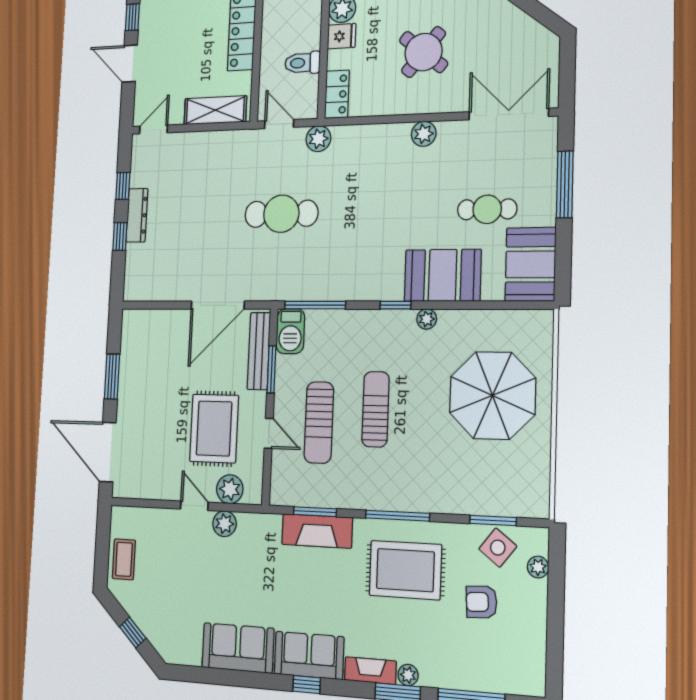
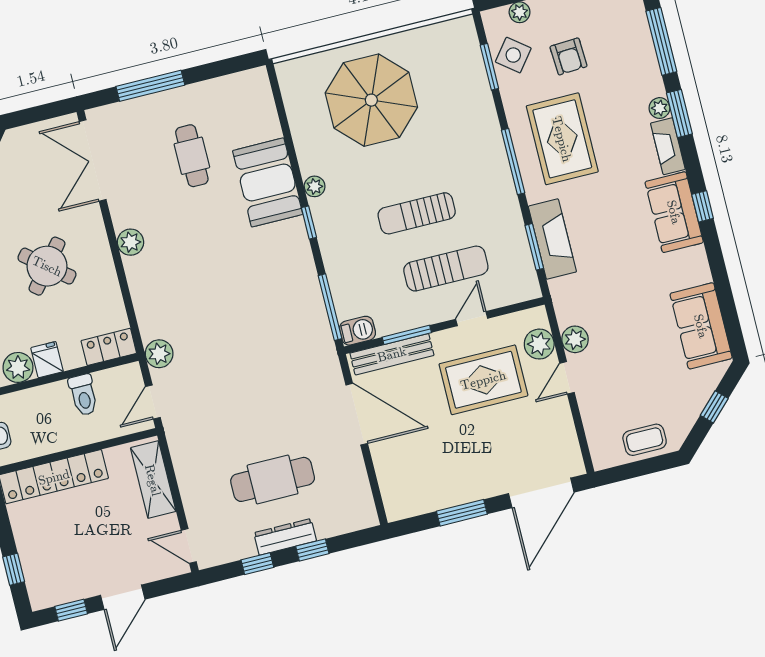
cafe table: (281, 214) -> (273, 479), moved, turned 90
booth: (530, 264) -> (236, 98), removed
barbecue: (290, 331) -> (357, 331), width x0.73, depth x0.79
sofa: (238, 648) -> (701, 326), moved

